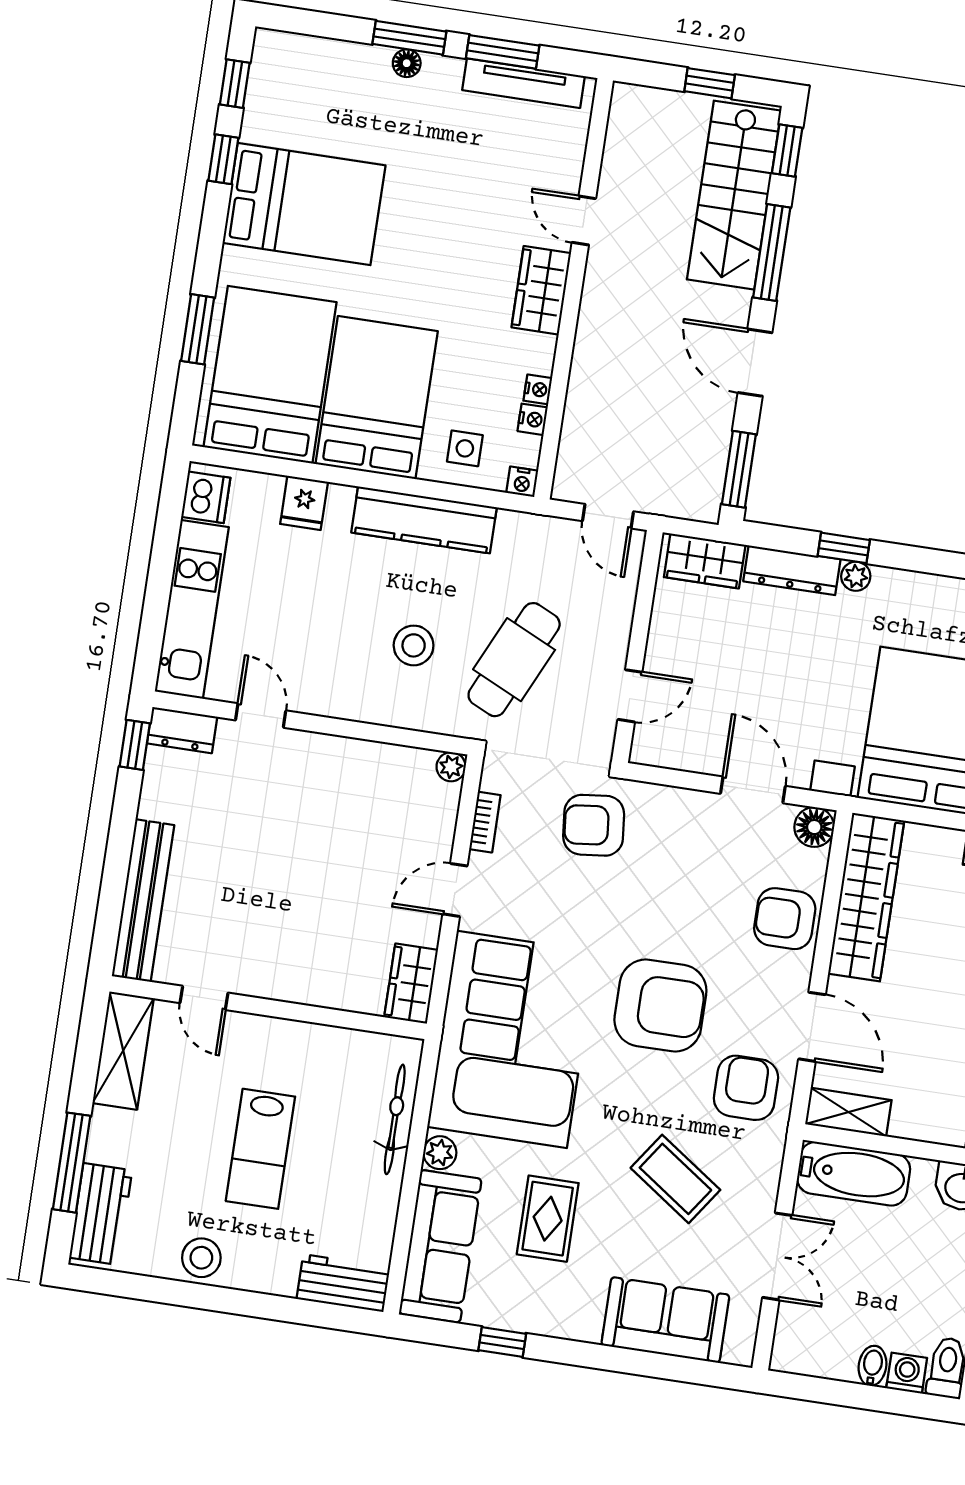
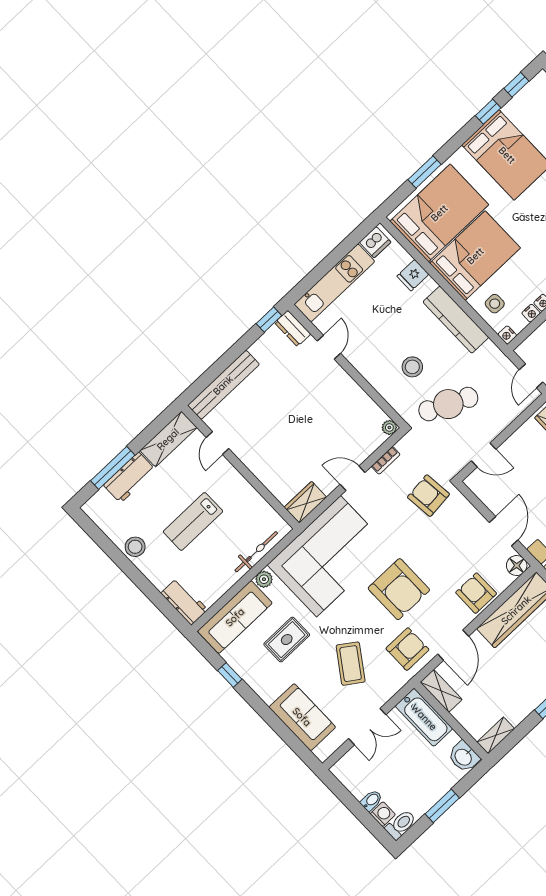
workbench: (101, 1214) -> (129, 478), moved

